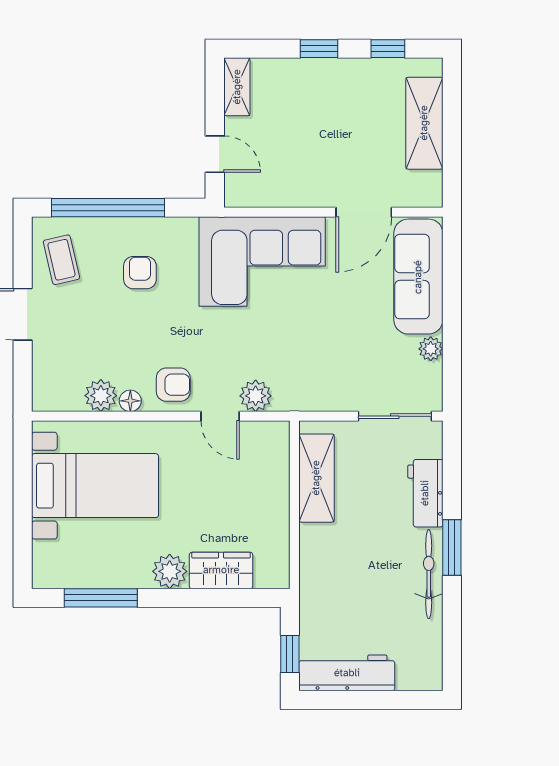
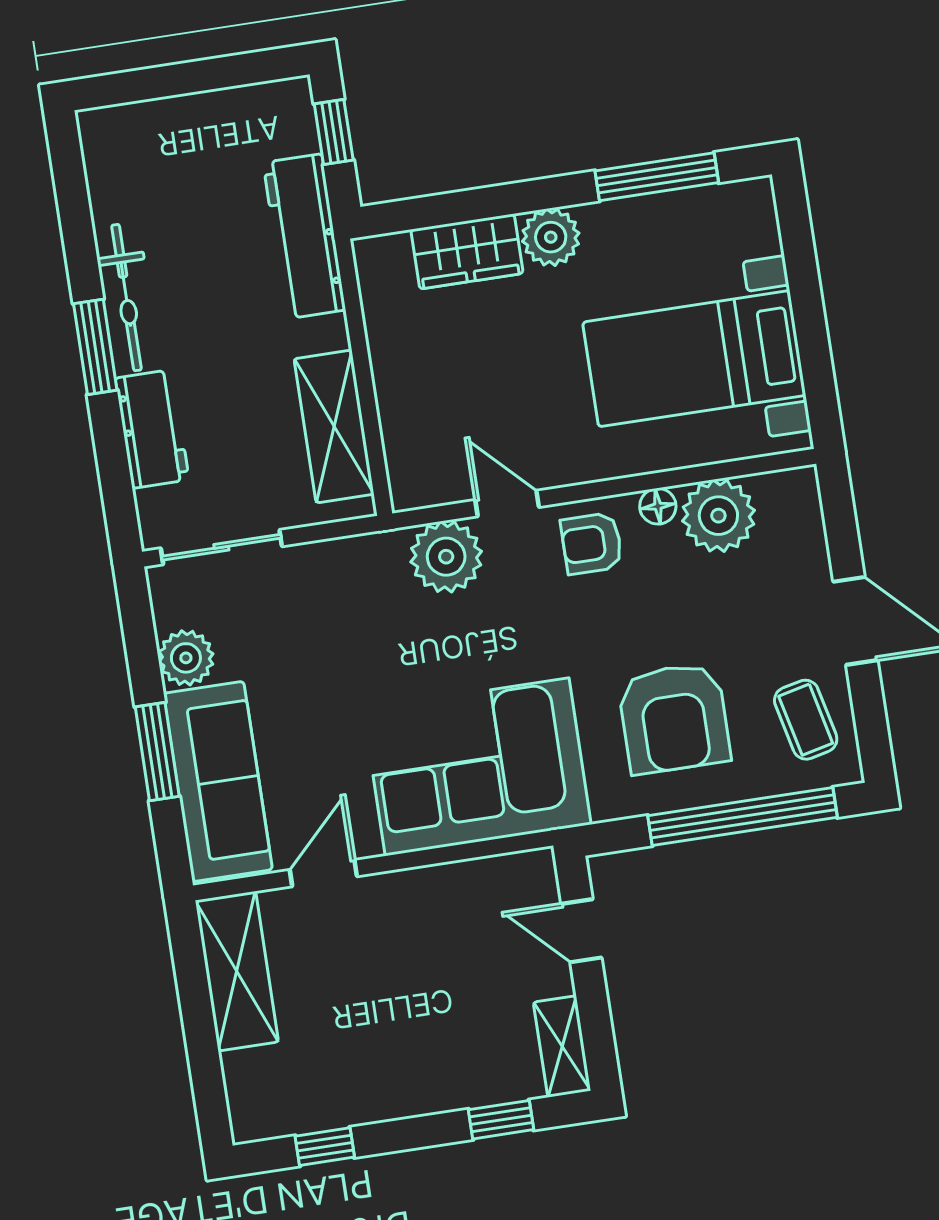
window: (319, 49) -> (501, 1120), moved
shelving: (424, 123) -> (237, 971), moved
door: (364, 212) -> (323, 873), width x0.73
armchair: (140, 273) -> (674, 718), width x1.88, depth x1.88
window: (452, 300) -> (157, 752), added
plant: (431, 349) -> (186, 658), width x1.38, depth x1.38
plant: (101, 396) -> (718, 516), width x1.36, depth x1.36
plant: (256, 396) -> (446, 557), width x1.36, depth x1.36
workbench: (347, 673) -> (304, 236), moved, turned 90

